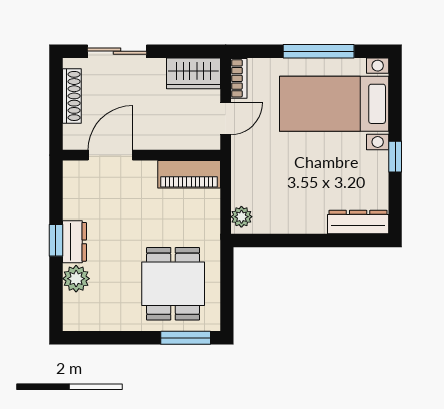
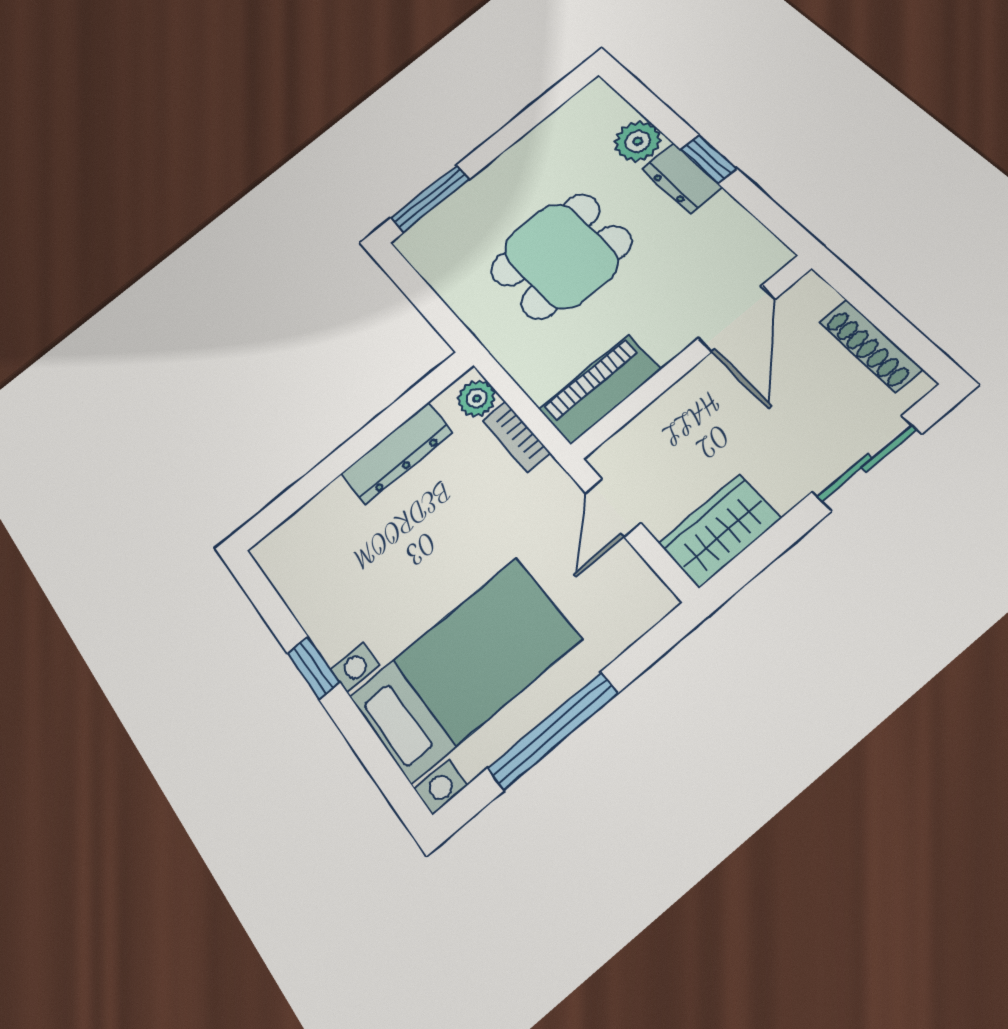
bookcase: (239, 78) -> (517, 437), moved
dresser: (358, 222) -> (397, 453), moved
dining table: (173, 284) -> (561, 256), moved, turned 90

